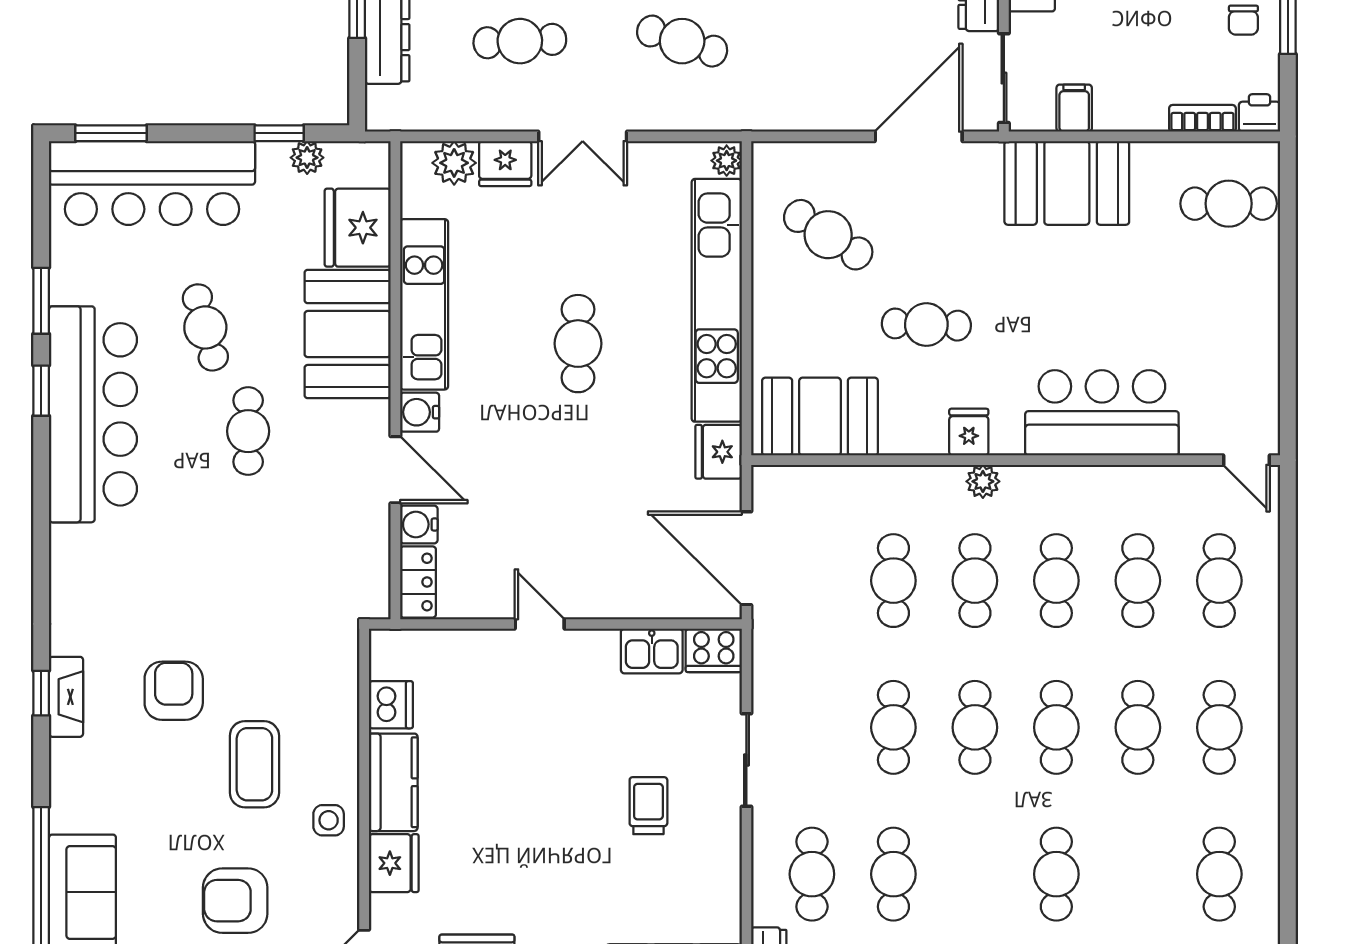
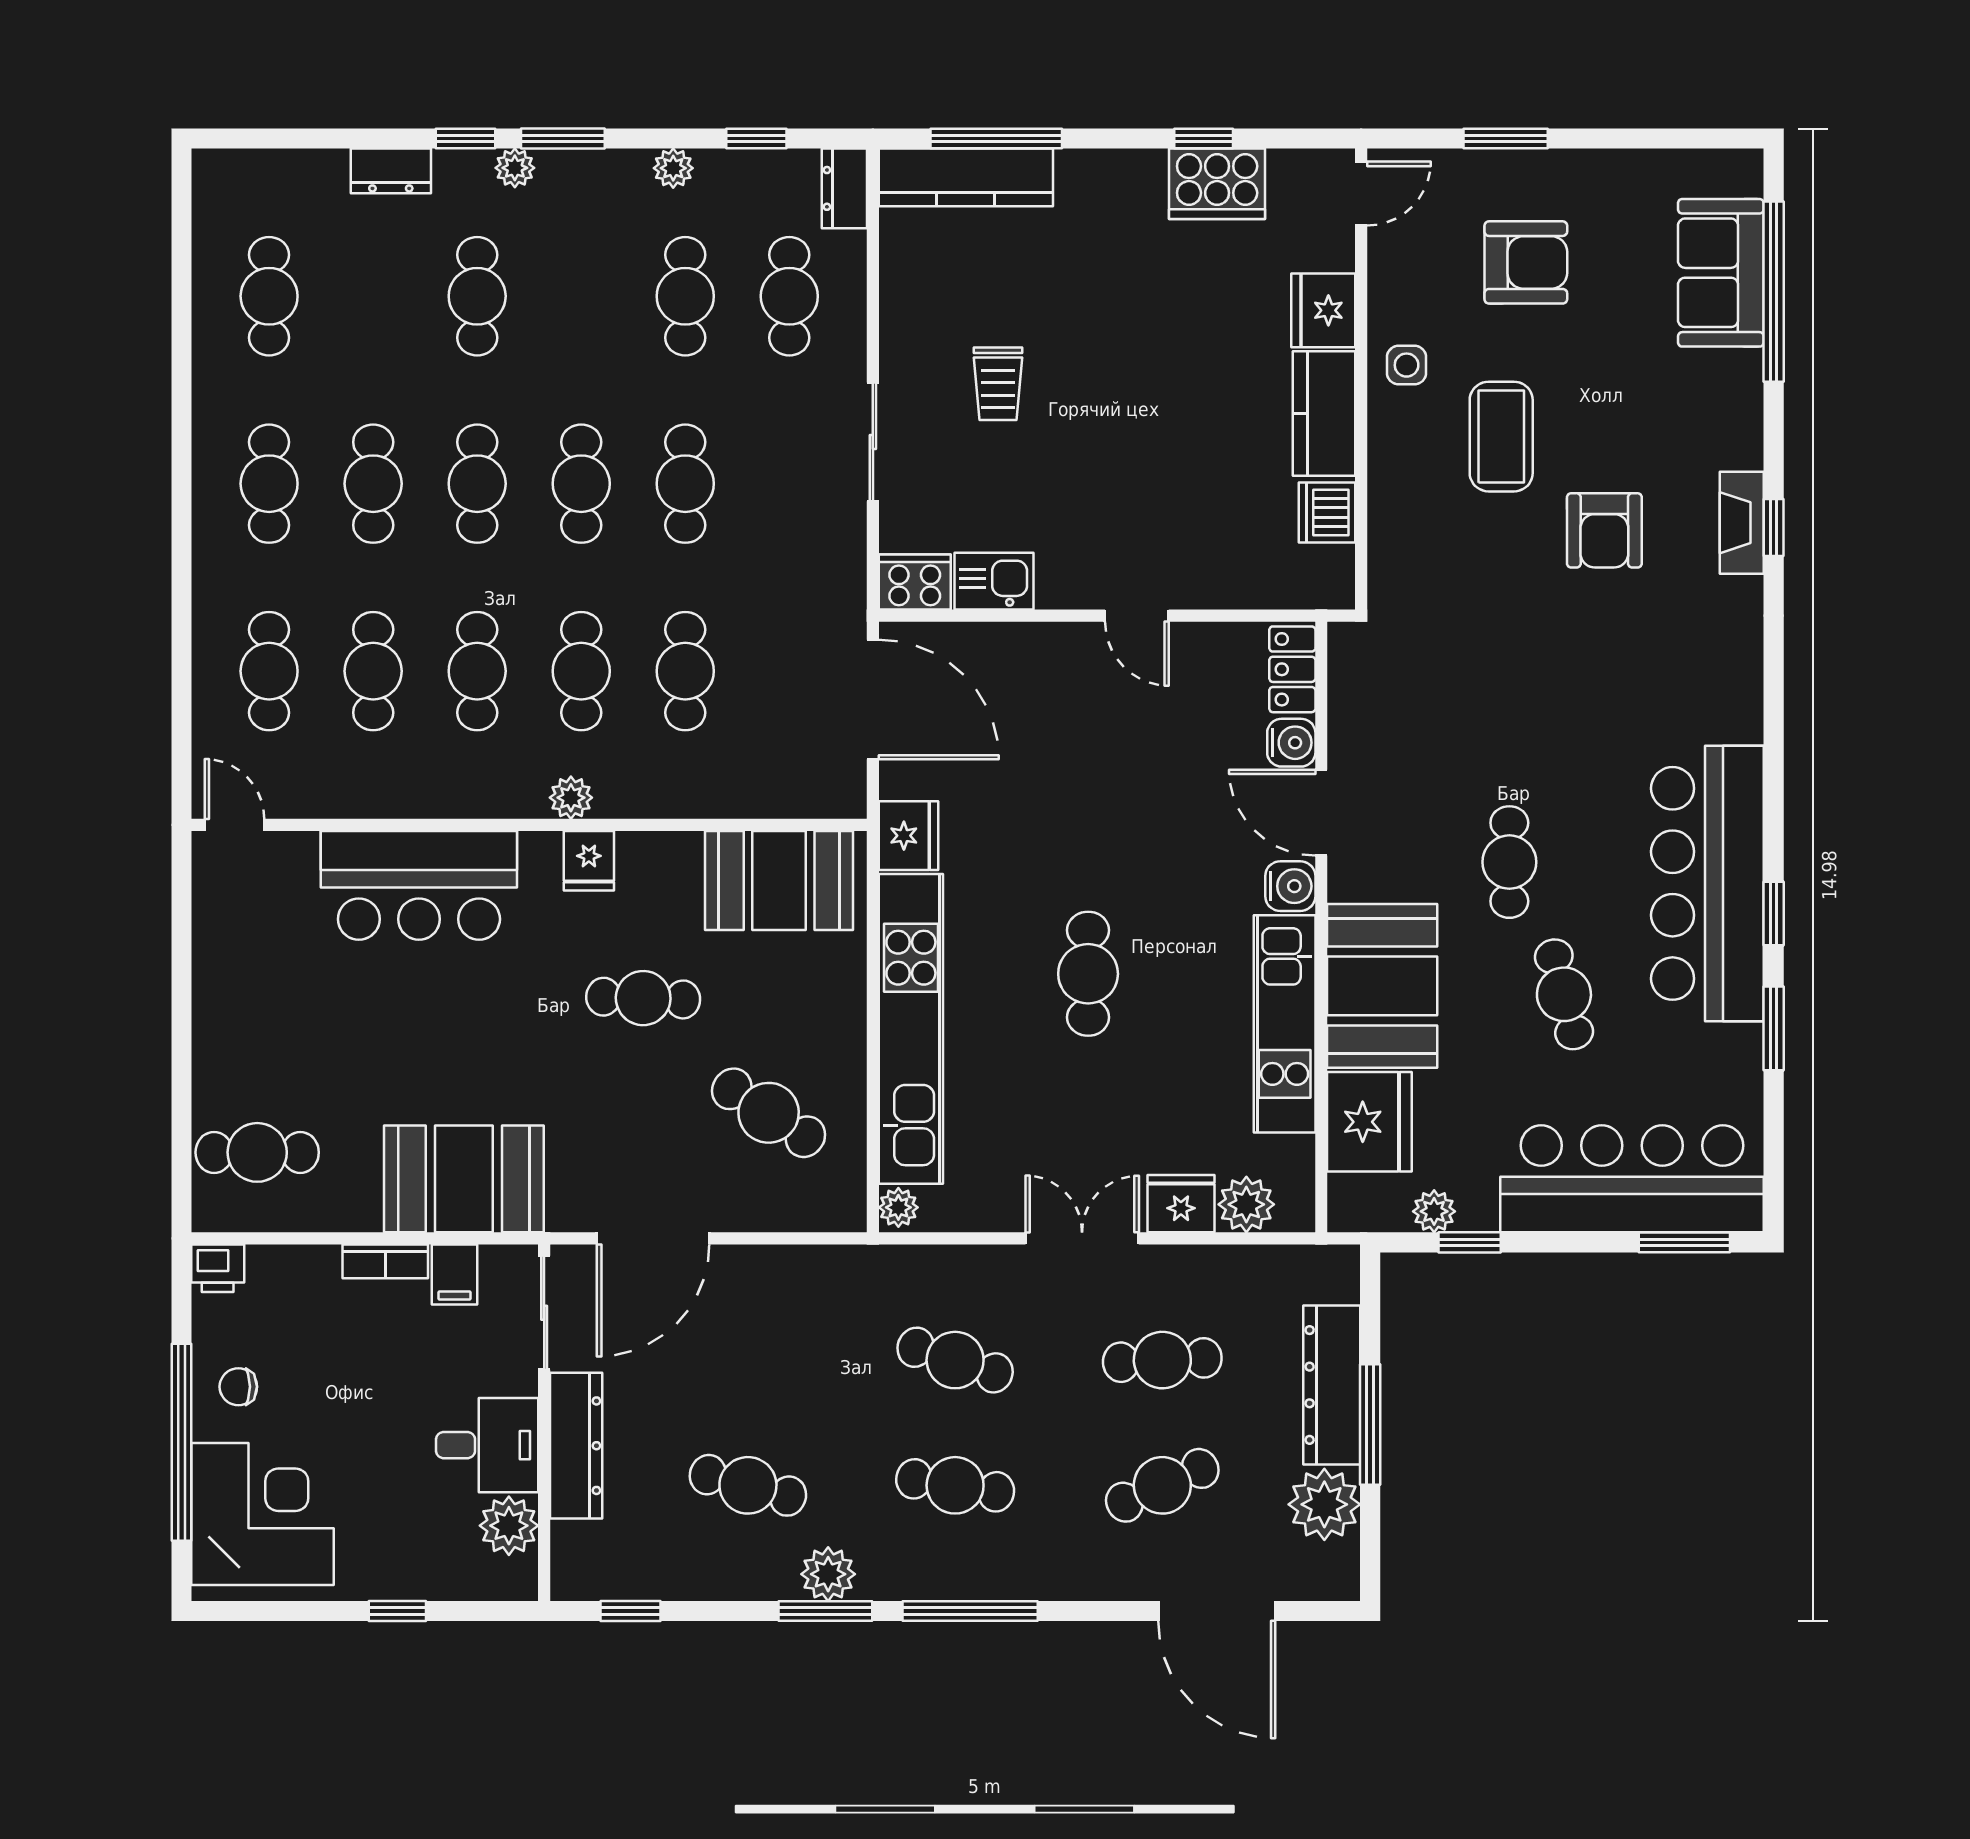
chair: (1243, 20) -> (238, 1387), turned -90
bookcase: (1202, 118) -> (385, 1261), moved

